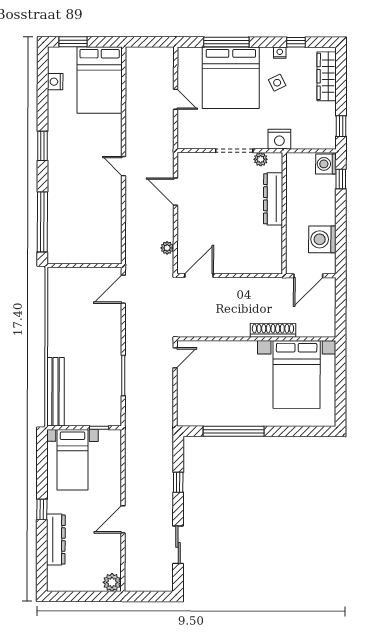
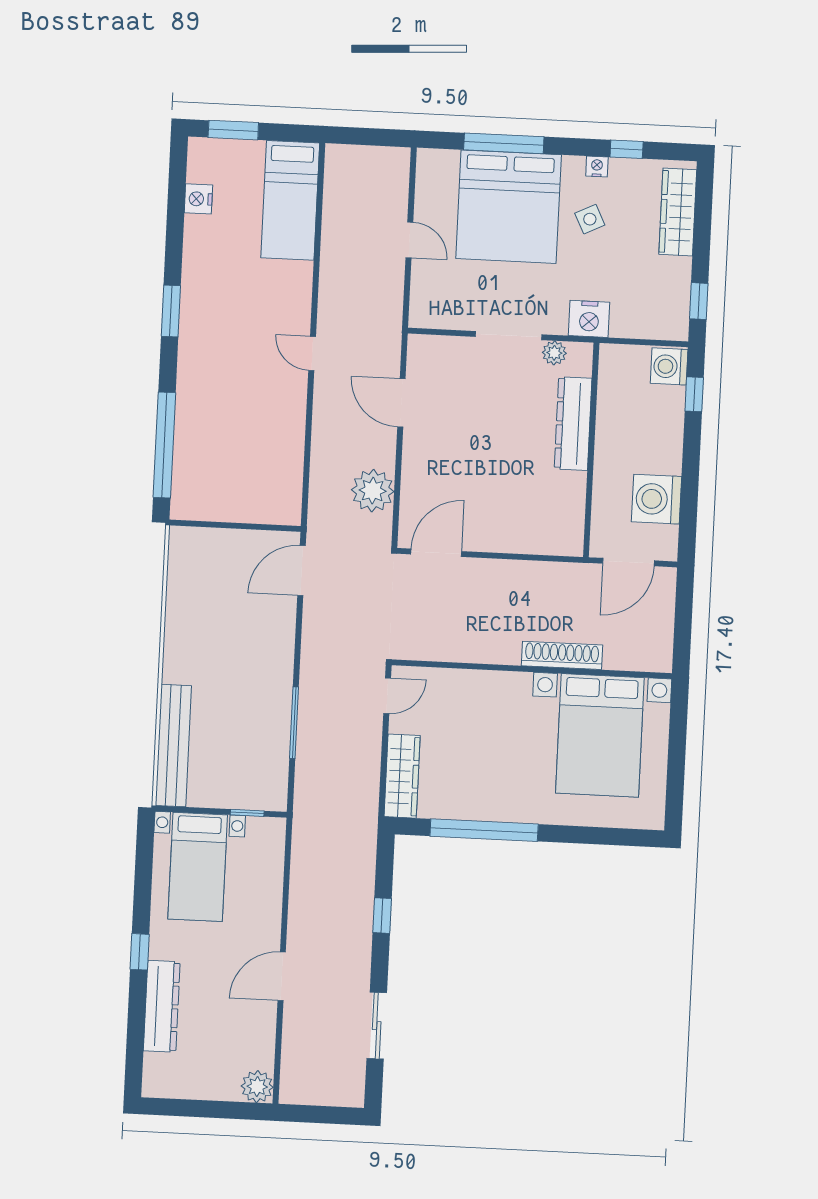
bed: (100, 80) -> (290, 200), width x0.67
plant: (167, 248) -> (373, 491), width x1.87, depth x1.87
wardrobe: (186, 403) -> (402, 776), added

